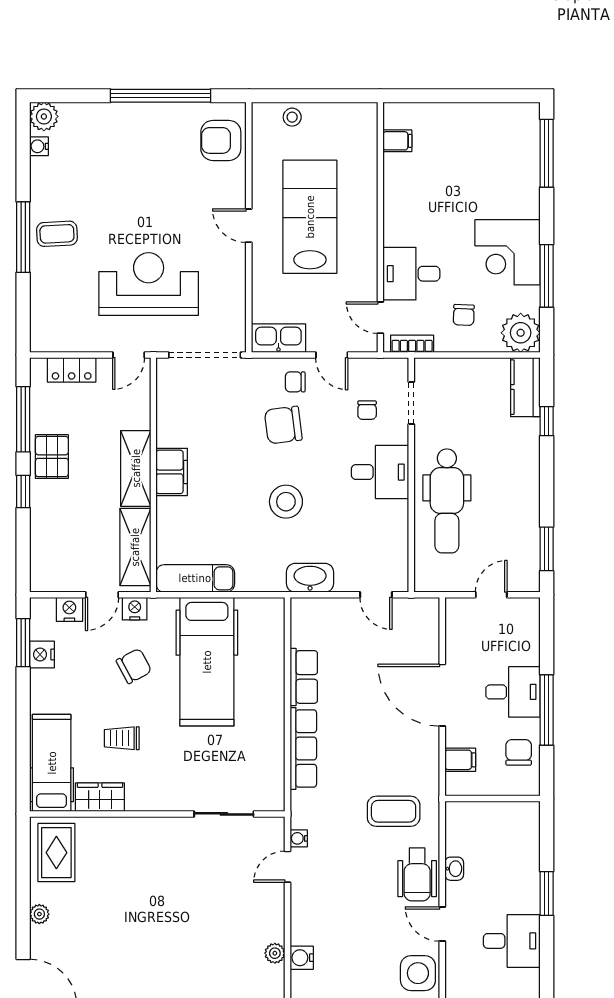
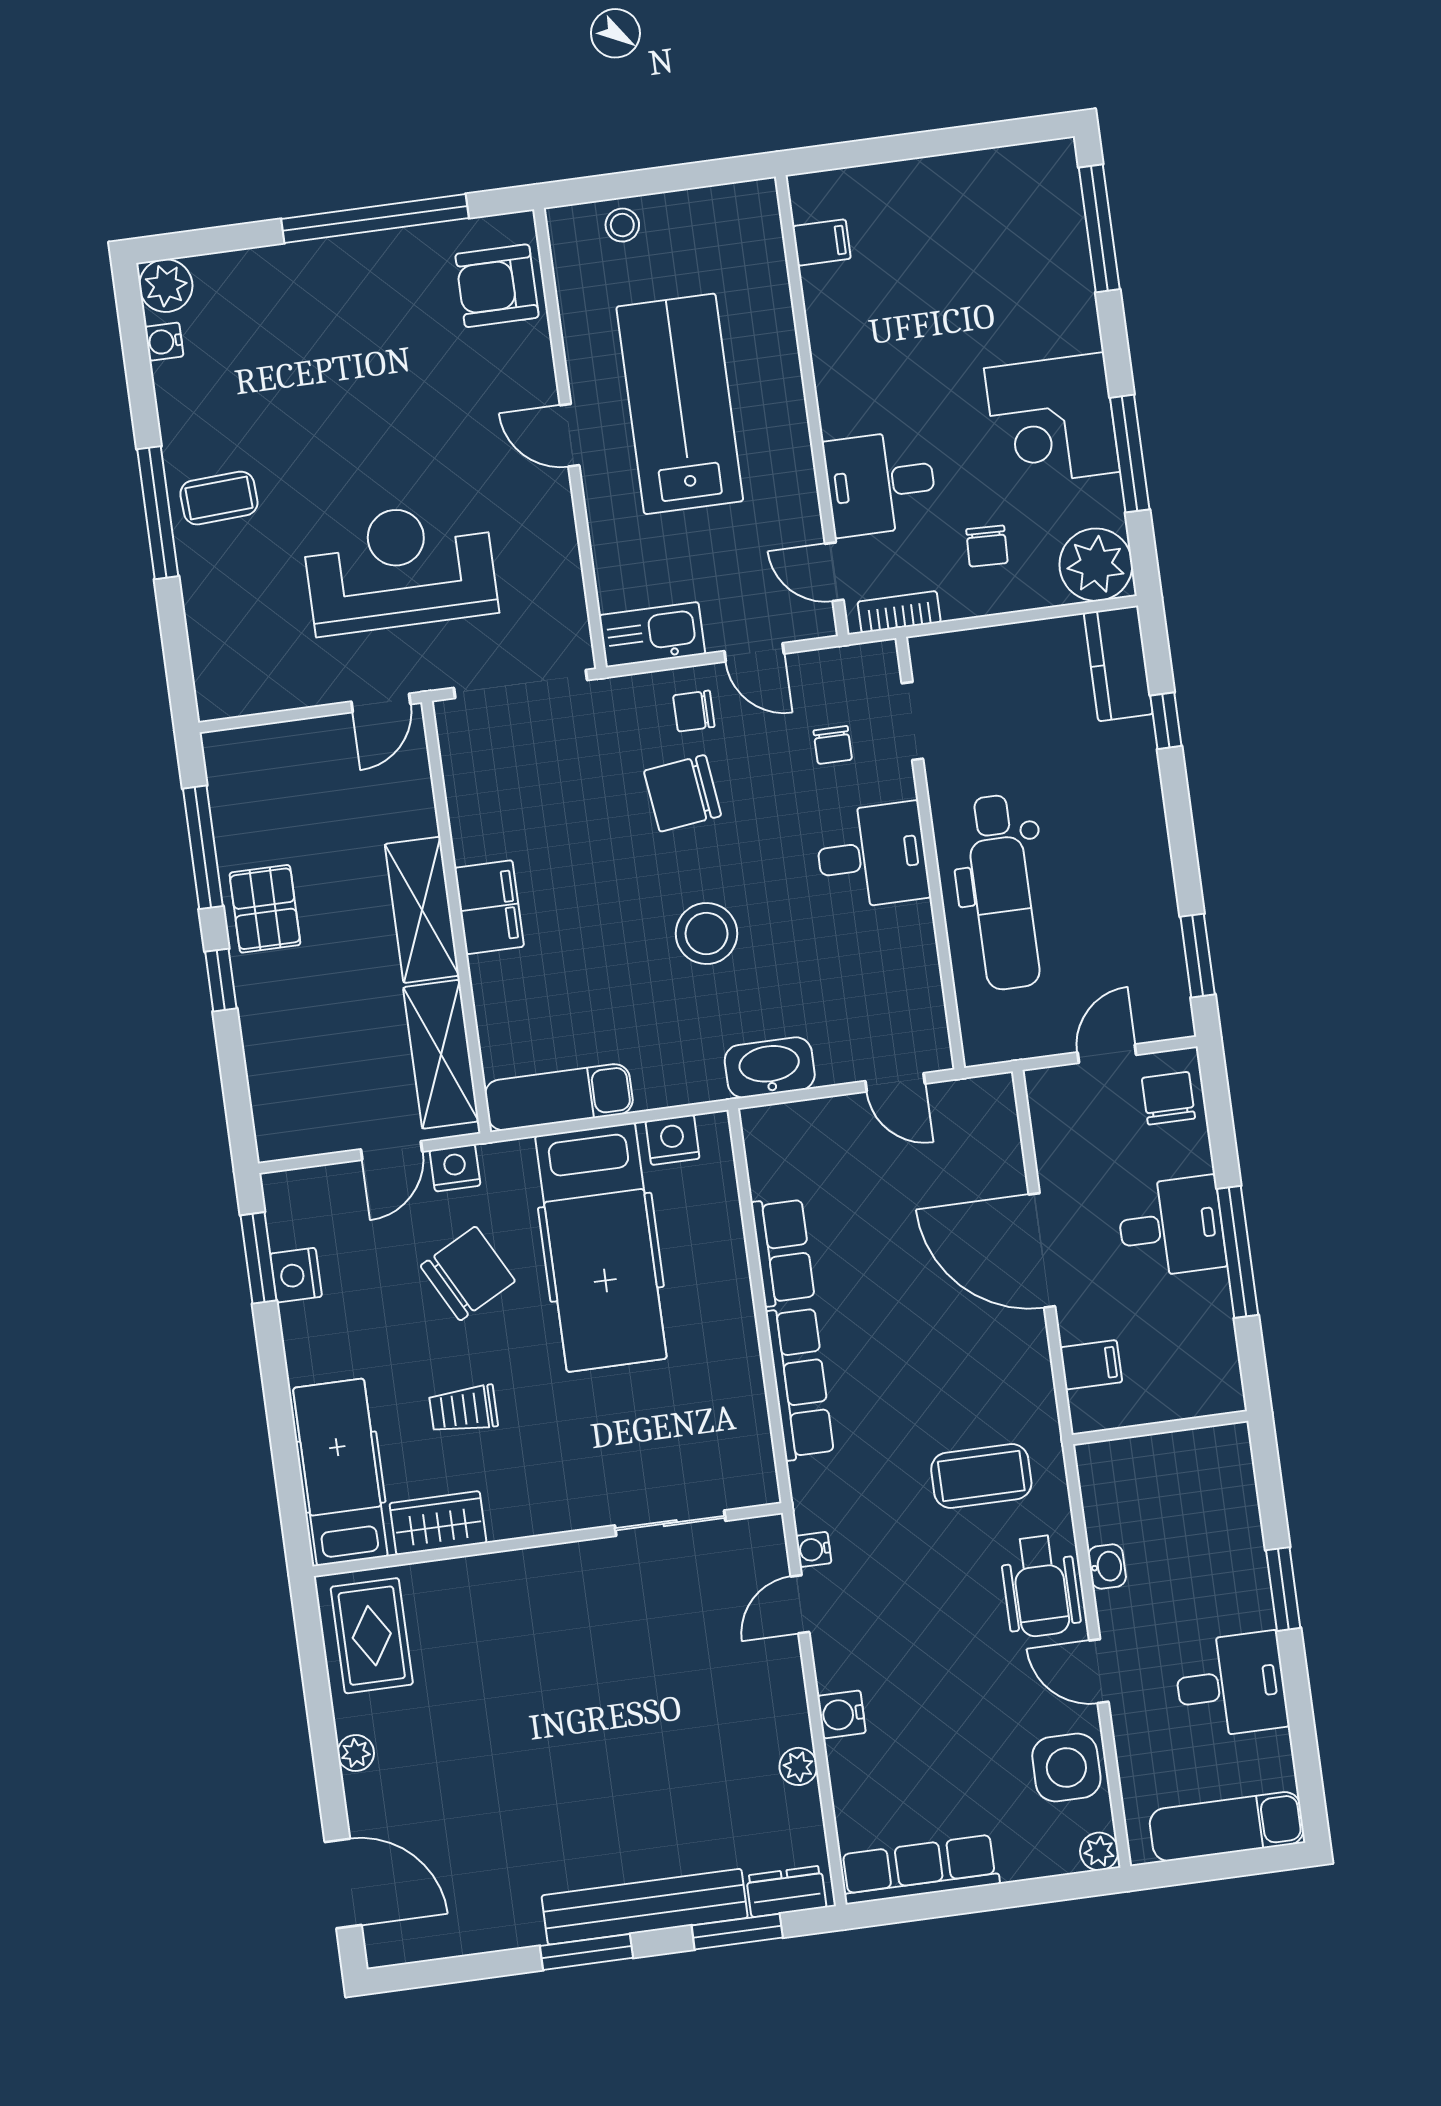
locker: (72, 370) -> (280, 744), removed
nightstand: (69, 609) -> (672, 1140), moved
chair: (134, 666) -> (468, 1274), width x1.37, depth x1.37
chair: (519, 752) -> (1168, 1098), moved
water cooler: (302, 958) -> (842, 1714), moved

